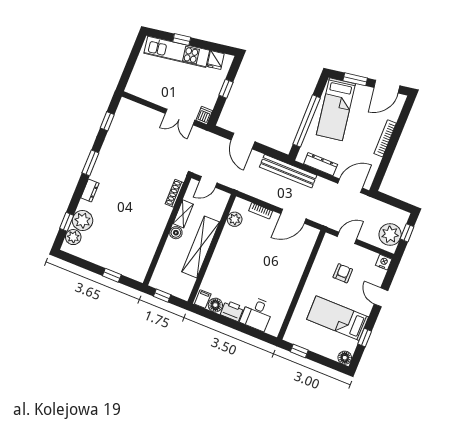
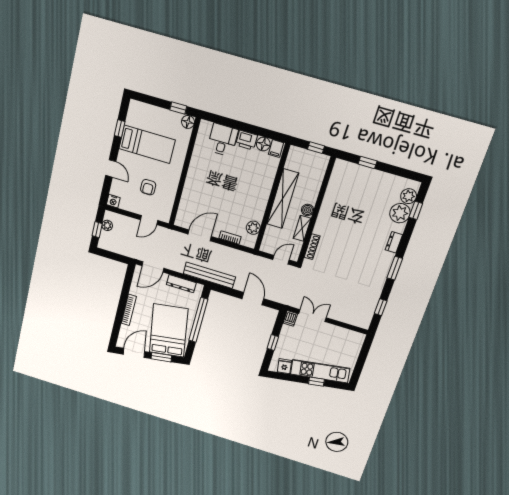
bed: (336, 109) -> (169, 331), width x1.50
plant: (390, 234) -> (107, 225), width x0.53, depth x0.53
floor lamp: (345, 358) -> (188, 122), moved

